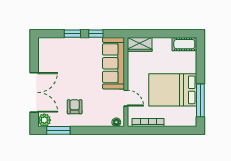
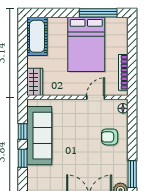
cot: (184, 44) -> (37, 36), width x1.37, depth x1.34
sofa: (113, 63) -> (39, 136), moved, turned -90
armchair: (75, 107) -> (110, 137), moved

